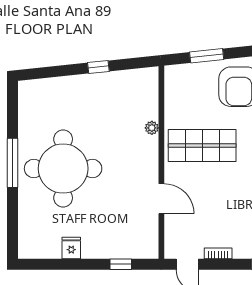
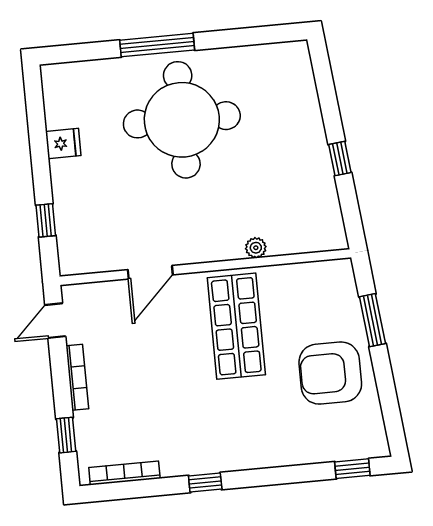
window: (12, 163) -> (157, 45), moved
bookcase: (218, 253) -> (77, 377), width x1.56

